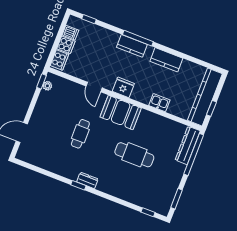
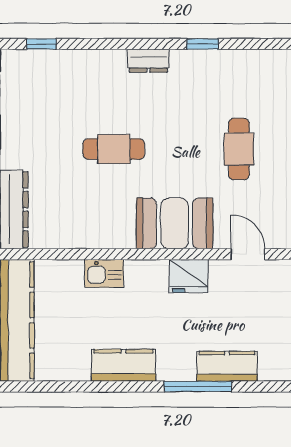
kitchen counter: (132, 46) -> (227, 366), moved
cafe table: (134, 155) -> (114, 149), width x0.73, depth x0.74
dresser: (87, 180) -> (148, 61), moved

